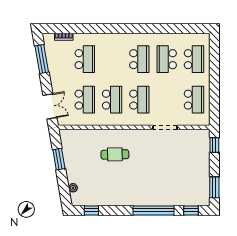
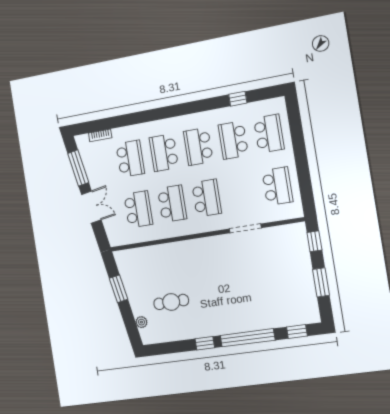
window: (175, 29) -> (238, 99), added
school desk: (112, 59) -> (164, 153), added
school desk: (139, 59) -> (198, 146), turned 180
double door: (50, 106) -> (91, 207), moved
cafe table: (115, 154) -> (171, 302), moved
window: (214, 187) -> (321, 282), moved
window: (91, 210) -> (205, 343), moved

